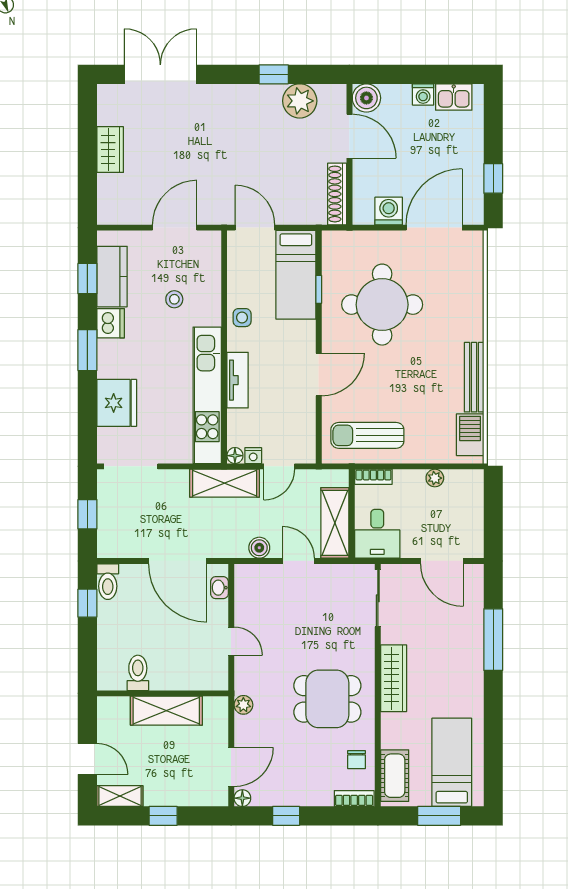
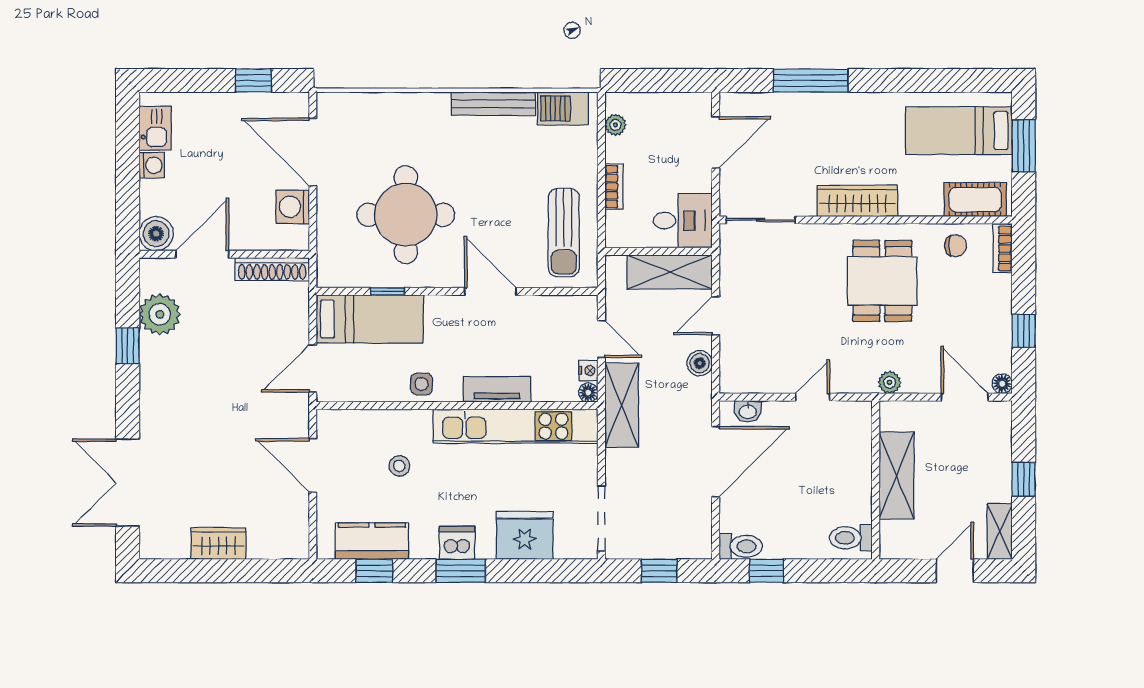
dishwasher: (111, 323) -> (457, 543), moved
bookcase: (373, 477) -> (614, 187), moved
plant: (435, 478) -> (615, 125), moved
toilet: (138, 673) -> (851, 538), moved

